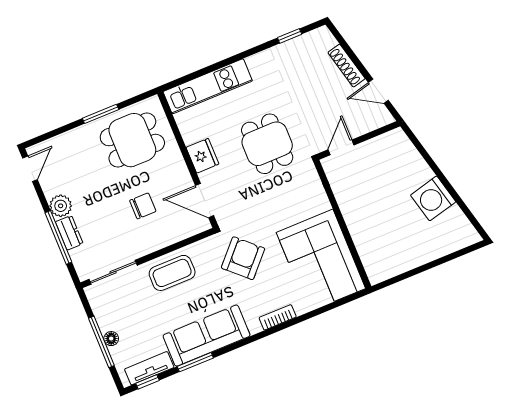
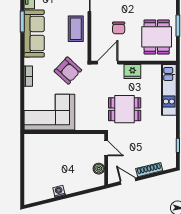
door: (378, 91) -> (128, 181), hinge flipped
boiler: (378, 146) -> (99, 169), added
washing machine: (433, 198) -> (59, 191), width x0.53, depth x0.53

